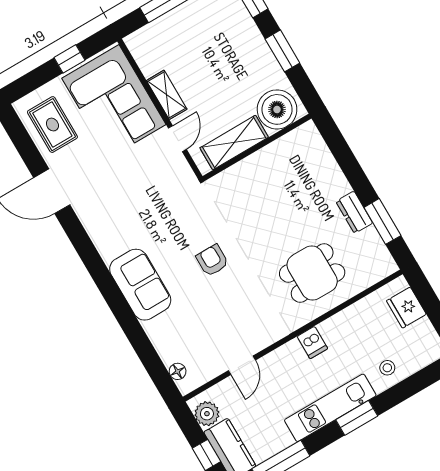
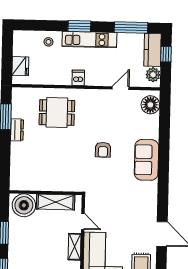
door: (177, 139) -> (83, 221), swing flipped
floor lamp: (178, 371) -> (150, 105), width x1.89, depth x1.89

